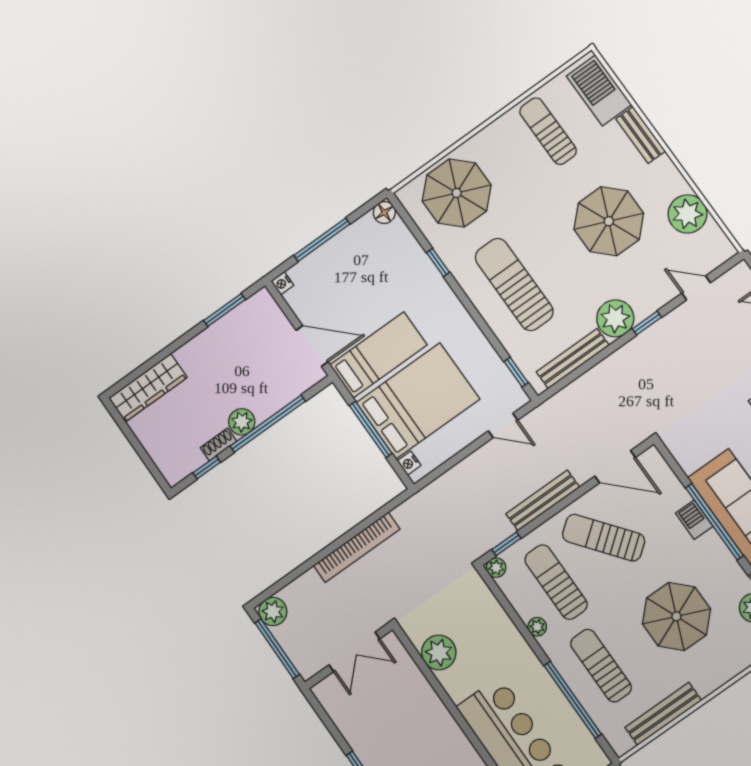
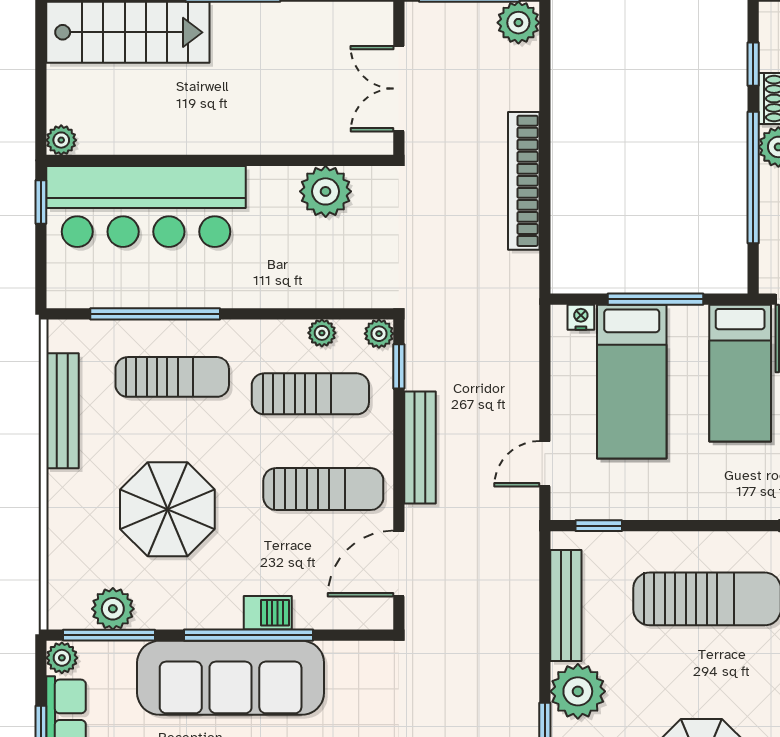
bed: (418, 401) -> (632, 382), width x0.67
sun lounger: (604, 538) -> (323, 489), turned 38
plant: (537, 627) -> (322, 333), moved

